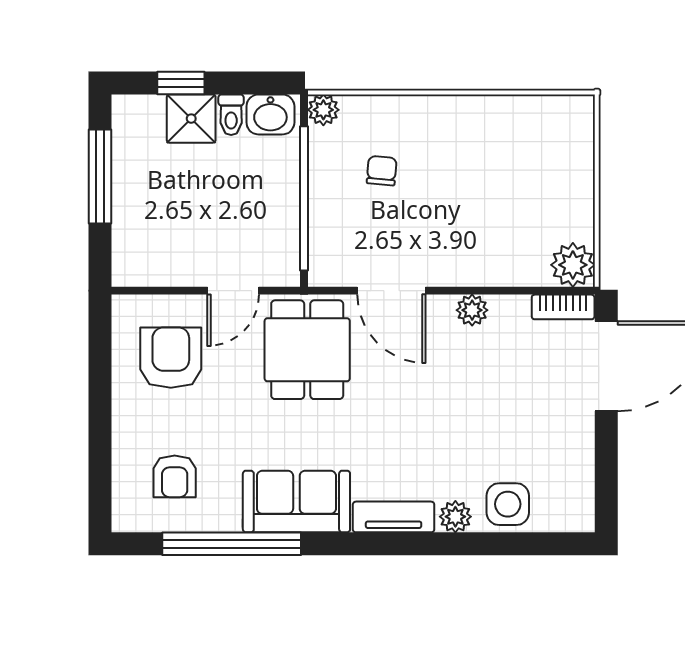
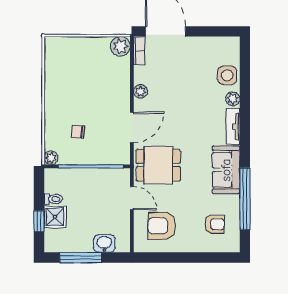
washbasin: (270, 114) -> (104, 243), moved, turned -90

